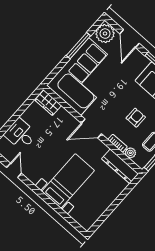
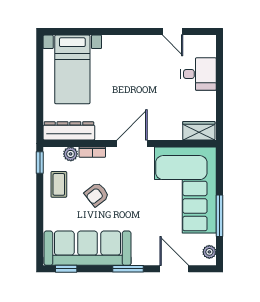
plant: (105, 34) -> (209, 252), width x0.53, depth x0.53
armchair: (136, 118) -> (97, 194), turned 52
bed with nightstands: (68, 181) -> (72, 69), moved

